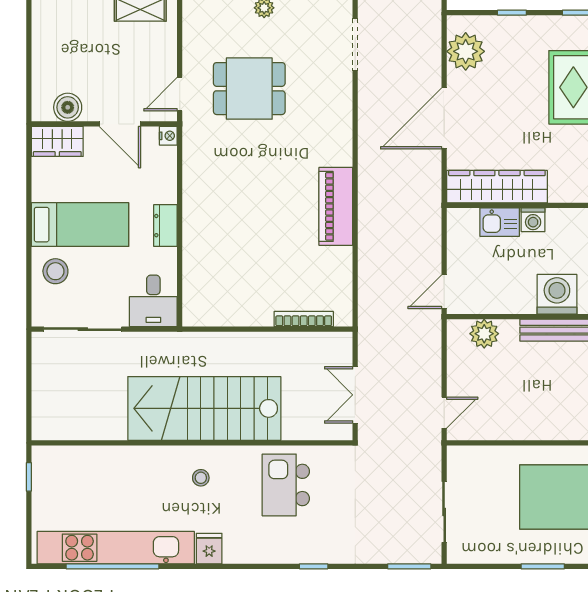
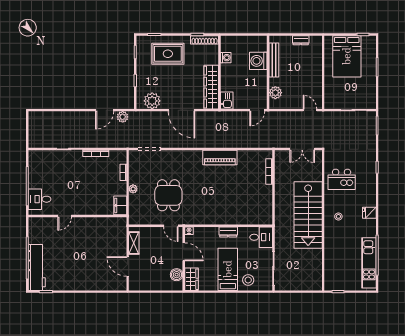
door: (120, 124) -> (184, 252), hinge flipped
washing machine: (533, 220) -> (226, 58), moved
kitchen sink: (500, 222) -> (227, 100), moved
door: (444, 292) -> (257, 110), hinge flipped
kitchen unit: (116, 548) -> (369, 263), width x0.73

